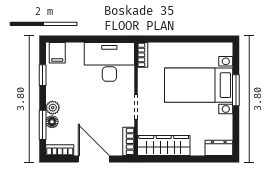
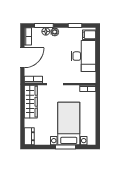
desk: (109, 62) -> (83, 56), moved

